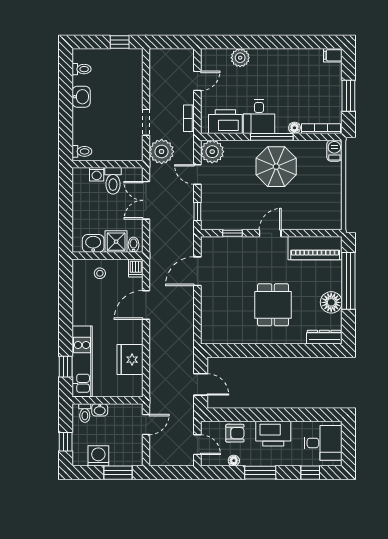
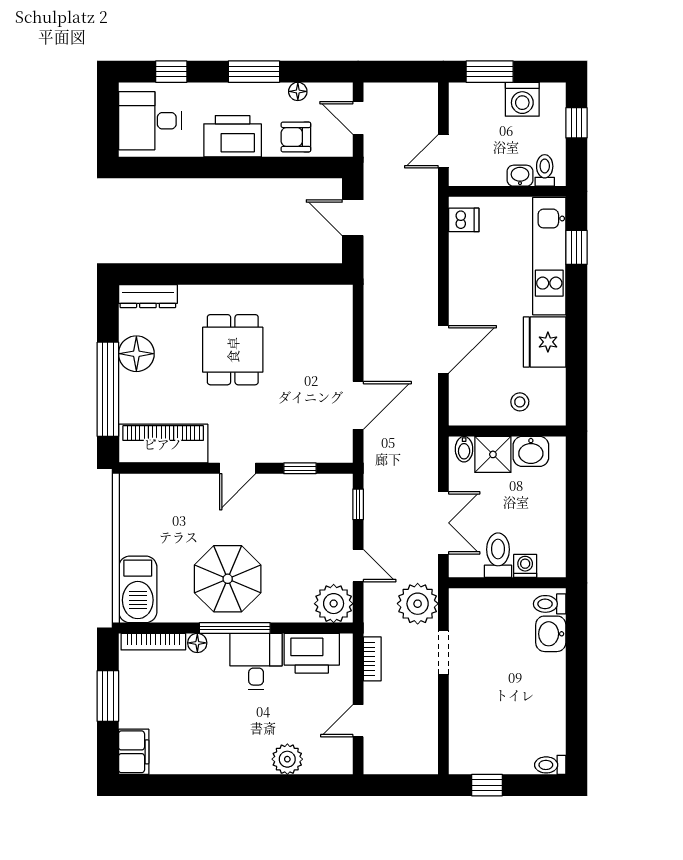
filing cabinet: (333, 55) -> (134, 752), width x2.00
toilet: (81, 69) -> (550, 765), moved
washbasin: (81, 97) -> (551, 634), moved
barbecue: (334, 151) -> (138, 589), width x1.88, depth x1.53
dishwasher: (136, 268) -> (464, 220), moved, turned 90
fridge: (130, 360) -> (545, 342), moved, turned 180

